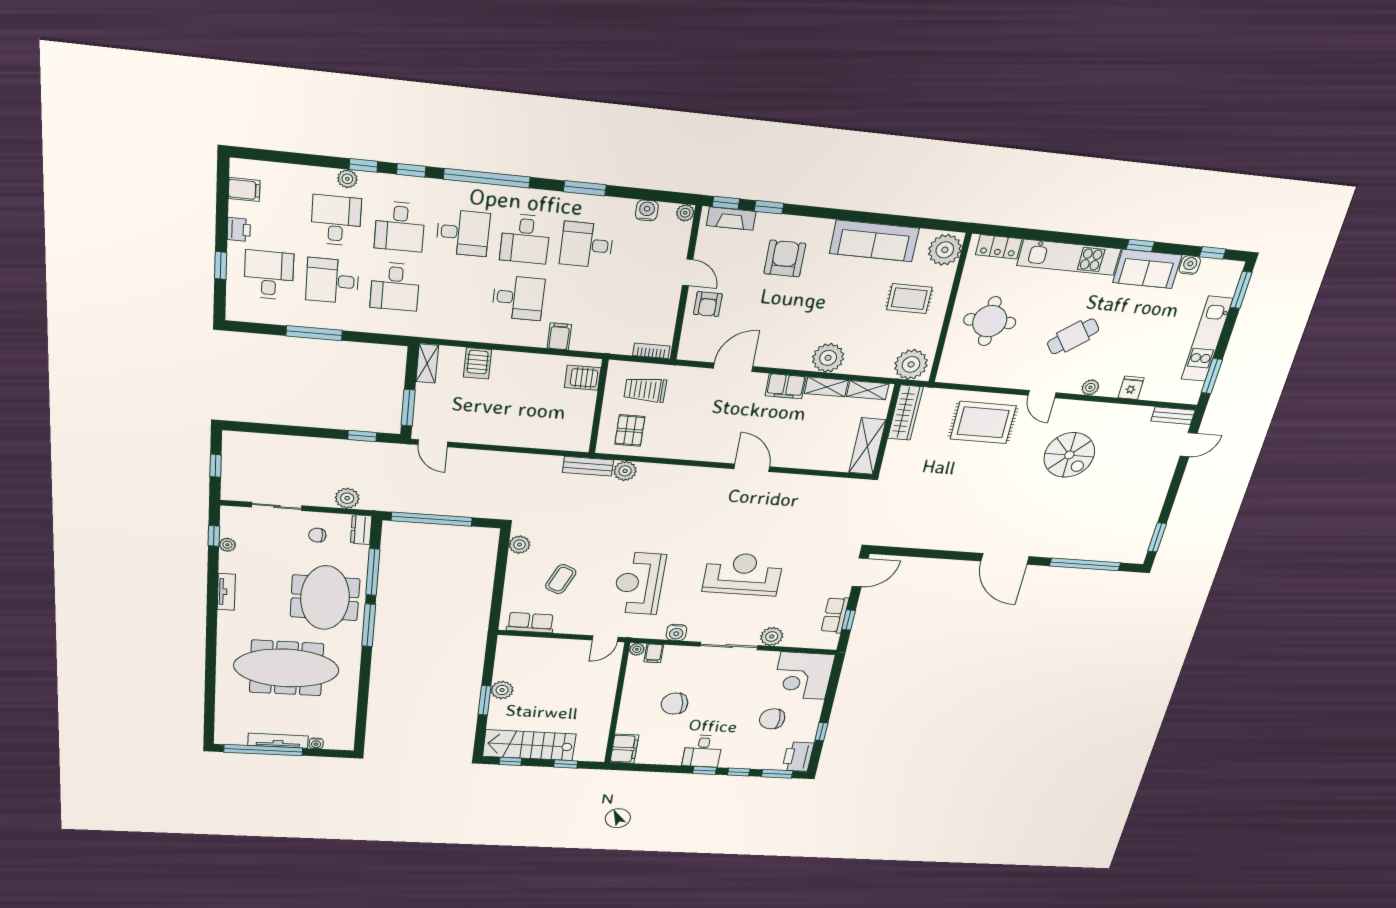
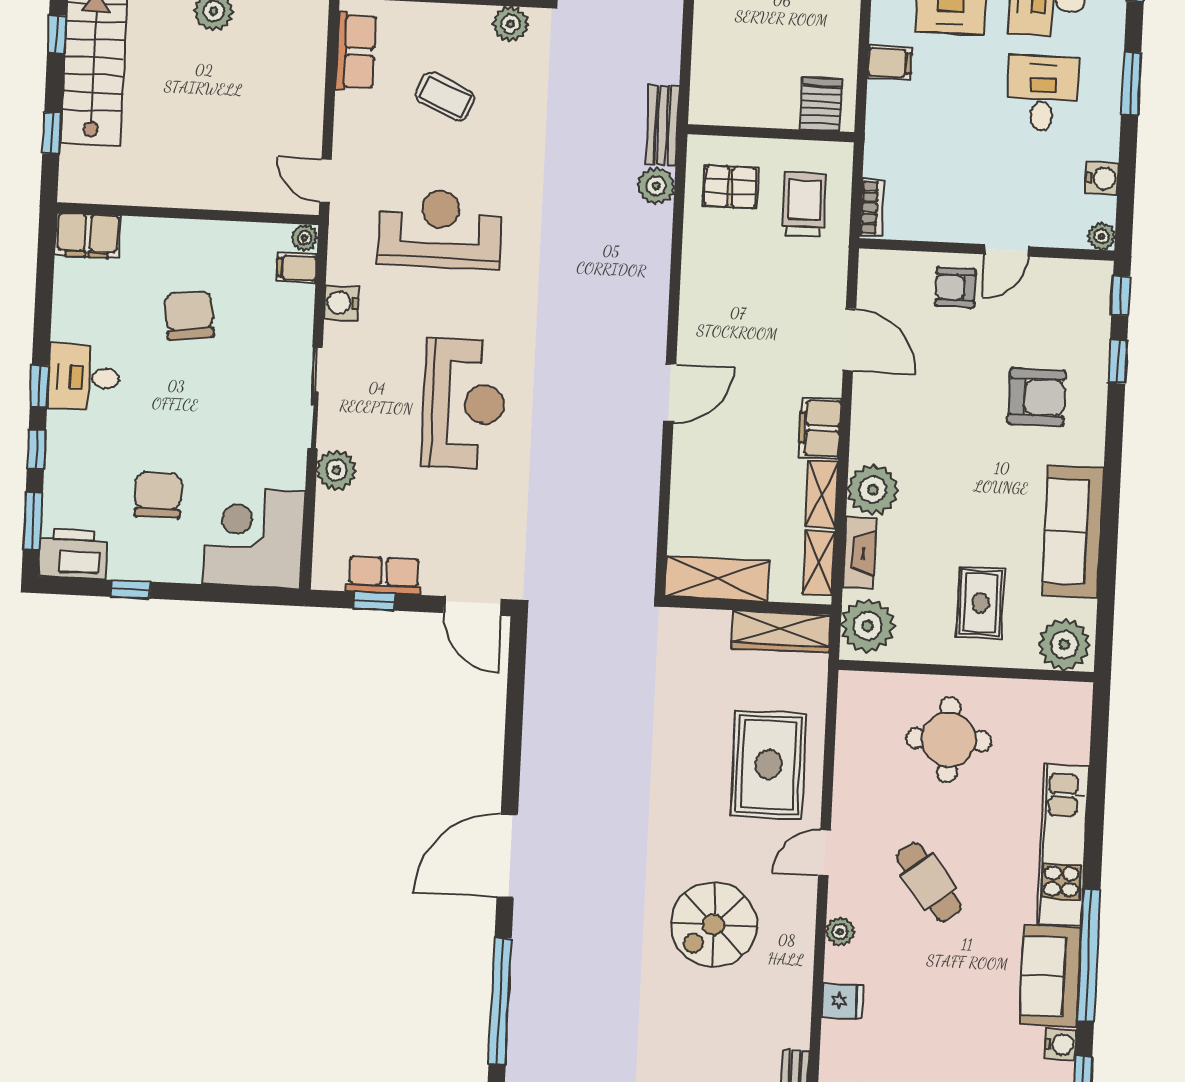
fireplace: (731, 218) -> (859, 553), moved, turned 180
window: (1140, 245) -> (1089, 955), width x3.17
locker: (999, 247) -> (1074, 729), removed

